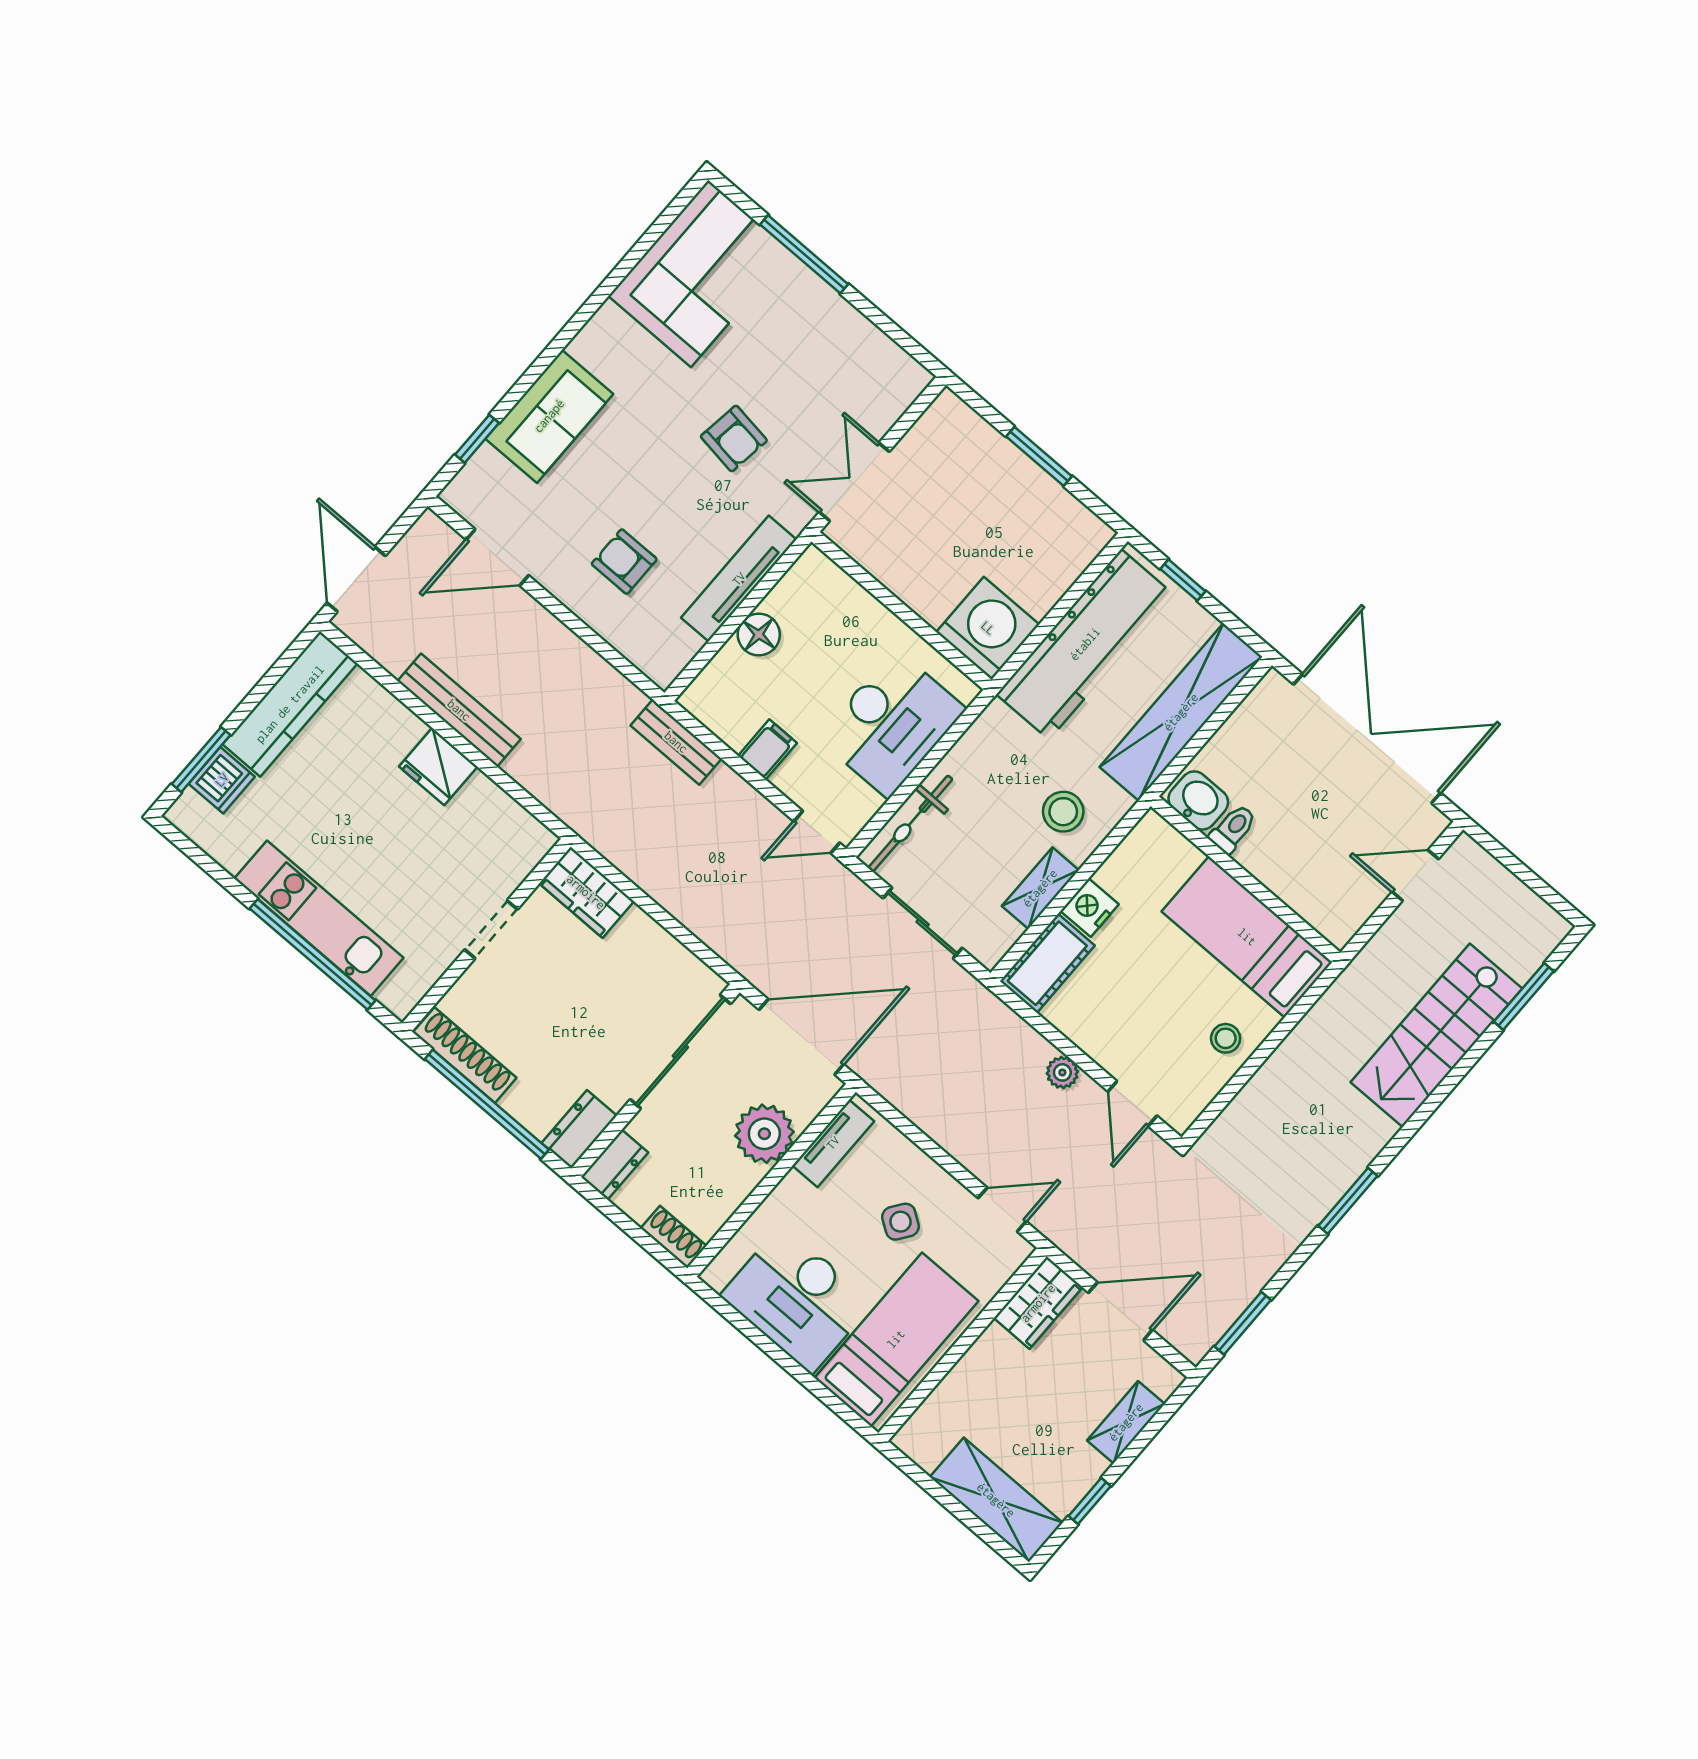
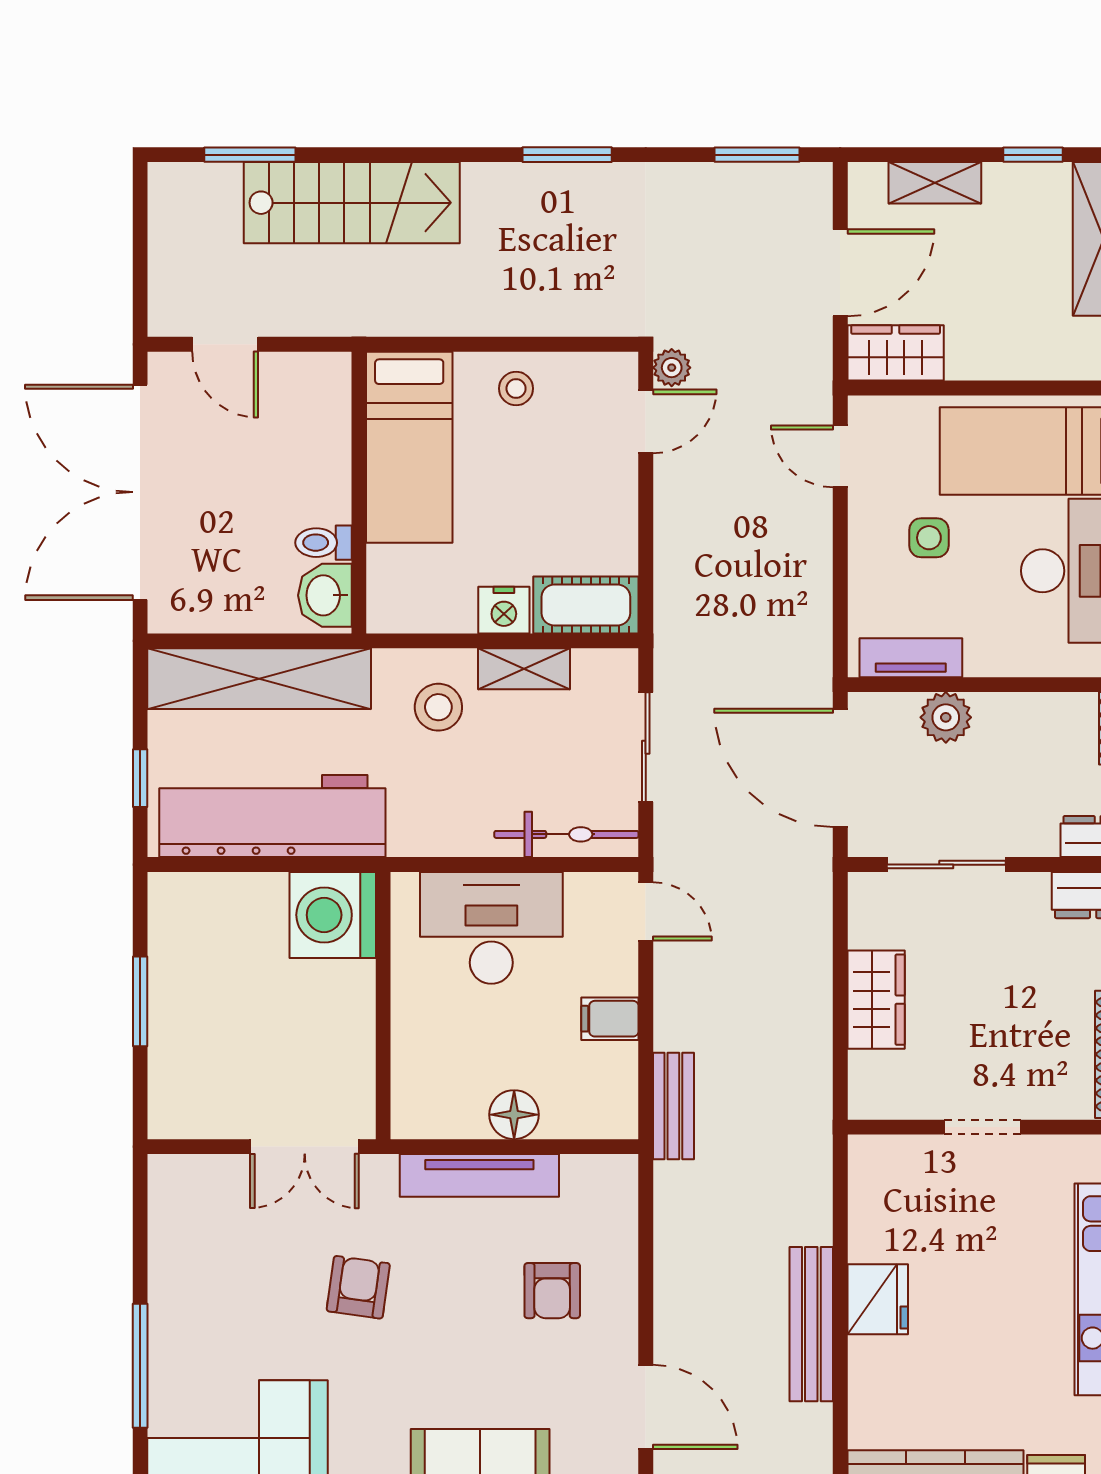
wardrobe: (586, 892) -> (876, 1000), moved
sliding door: (680, 1052) -> (946, 865), width x0.73
plant: (1062, 1072) -> (672, 368), moved
plant: (764, 1134) -> (946, 717), width x0.73, depth x0.73
side table: (901, 1222) -> (929, 538), turned -35
door: (1120, 1311) -> (840, 273), swing flipped

